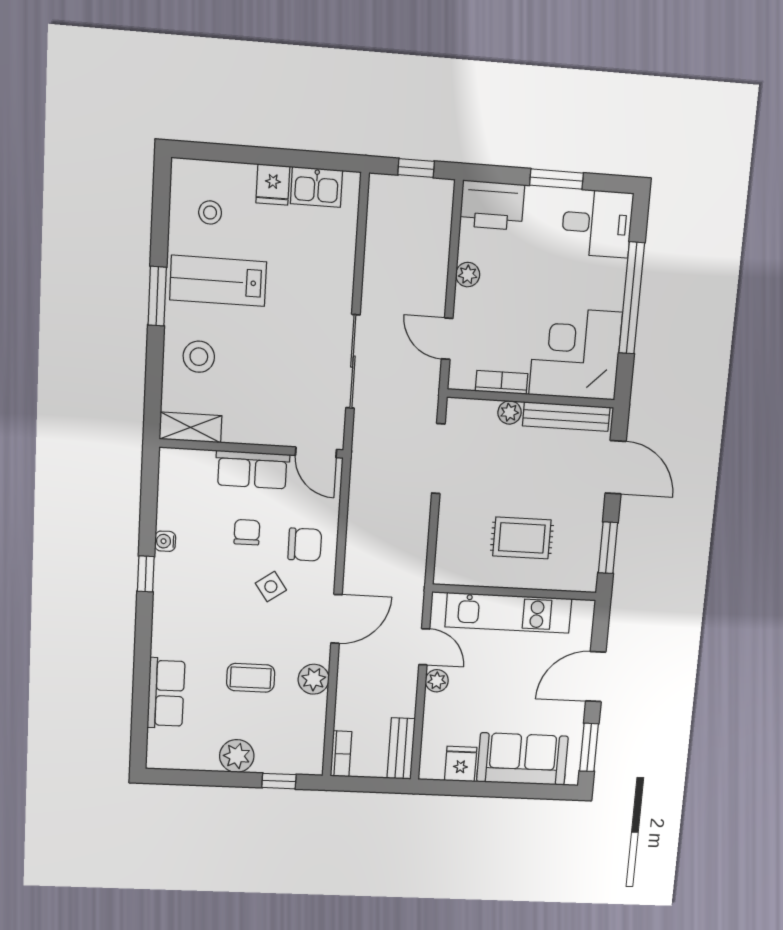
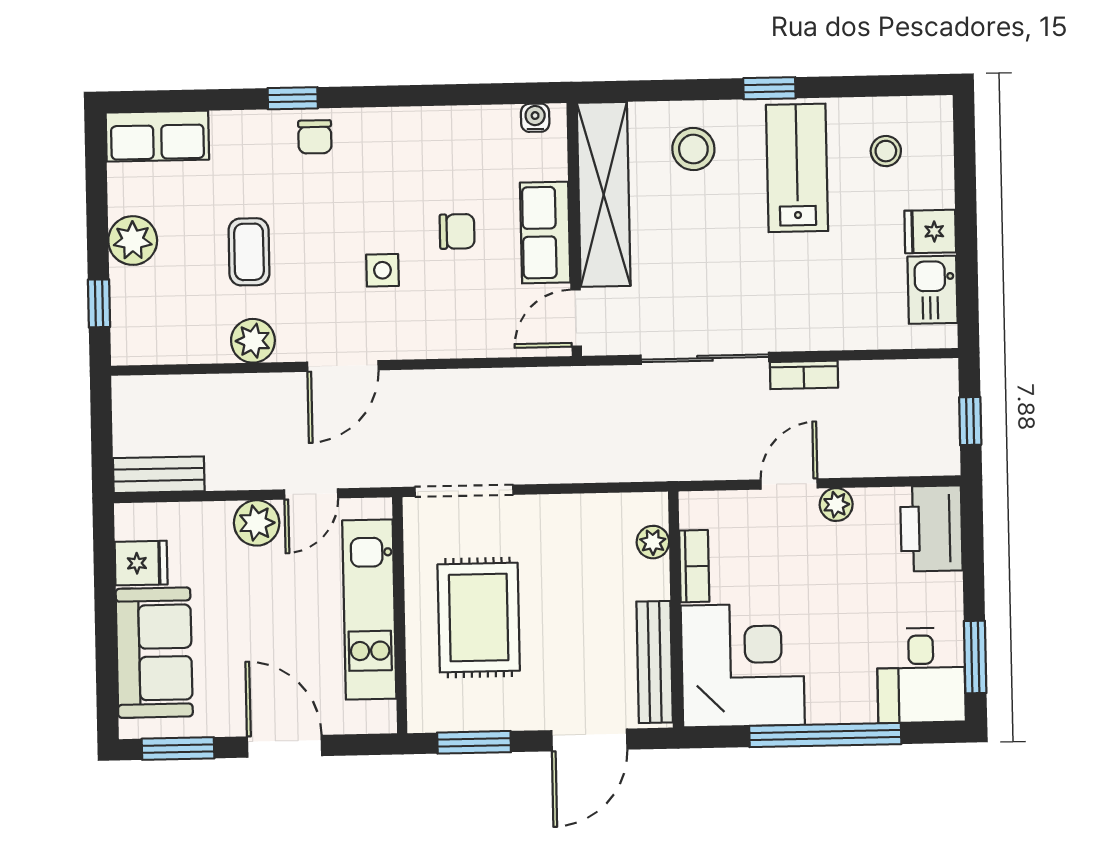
window: (557, 179) -> (975, 657), moved
window: (157, 296) -> (769, 88), width x0.67
door: (447, 339) -> (789, 484), moved
plant: (510, 412) -> (653, 542), moved
shelving: (191, 427) -> (604, 194), width x2.20, depth x1.33
doorway: (438, 459) -> (464, 491), moved
rug: (522, 538) -> (479, 618), width x1.36, depth x1.43
water cooler: (165, 541) -> (535, 118), moved
chair: (305, 545) -> (315, 137), moved, width x0.73, depth x0.73
window: (146, 574) -> (293, 98), moved
side table: (271, 587) -> (382, 270), turned 35
door: (337, 619) -> (343, 366), hinge flipped
plant: (437, 681) -> (257, 523), width x1.38, depth x1.38
row of seats: (166, 693) -> (157, 136), moved
bookcase: (341, 754) -> (804, 375), moved

